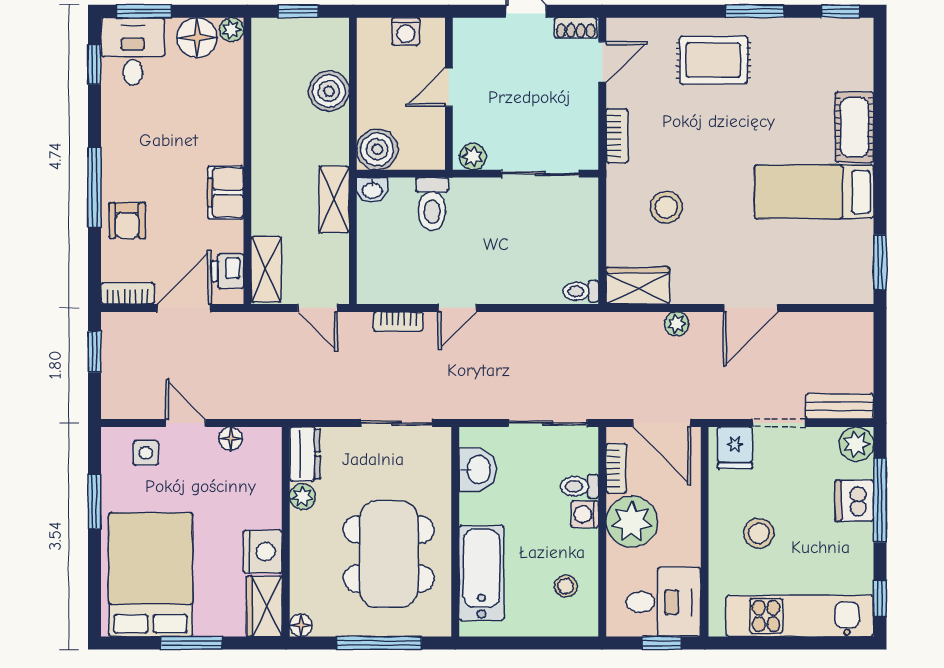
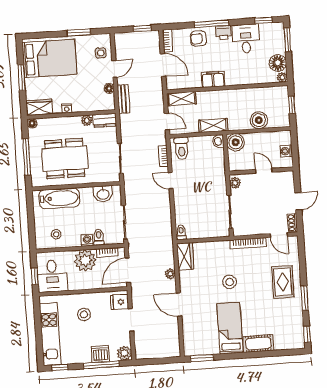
desk: (133, 51) -> (246, 39), moved, turned -90
bookcase: (617, 136) -> (248, 243), width x1.56
toilet: (432, 204) -> (182, 148), moved, turned -90
stool: (666, 207) -> (230, 282), moved
printer: (228, 271) -> (224, 32), moved, turned 180
door: (317, 308) -> (167, 121), swing flipped
bench: (840, 406) -> (124, 99), moved
nightstand: (263, 552) -> (67, 108), width x0.53, depth x0.56

